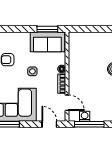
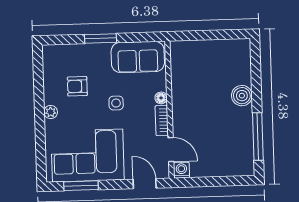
window: (47, 29) -> (100, 38), moved
washing machine: (85, 116) -> (181, 170), moved
window: (89, 124) -> (206, 182), removed

